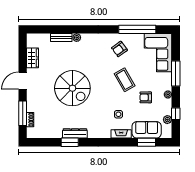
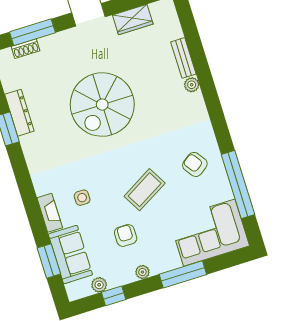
dresser: (75, 133) -> (19, 113), moved

